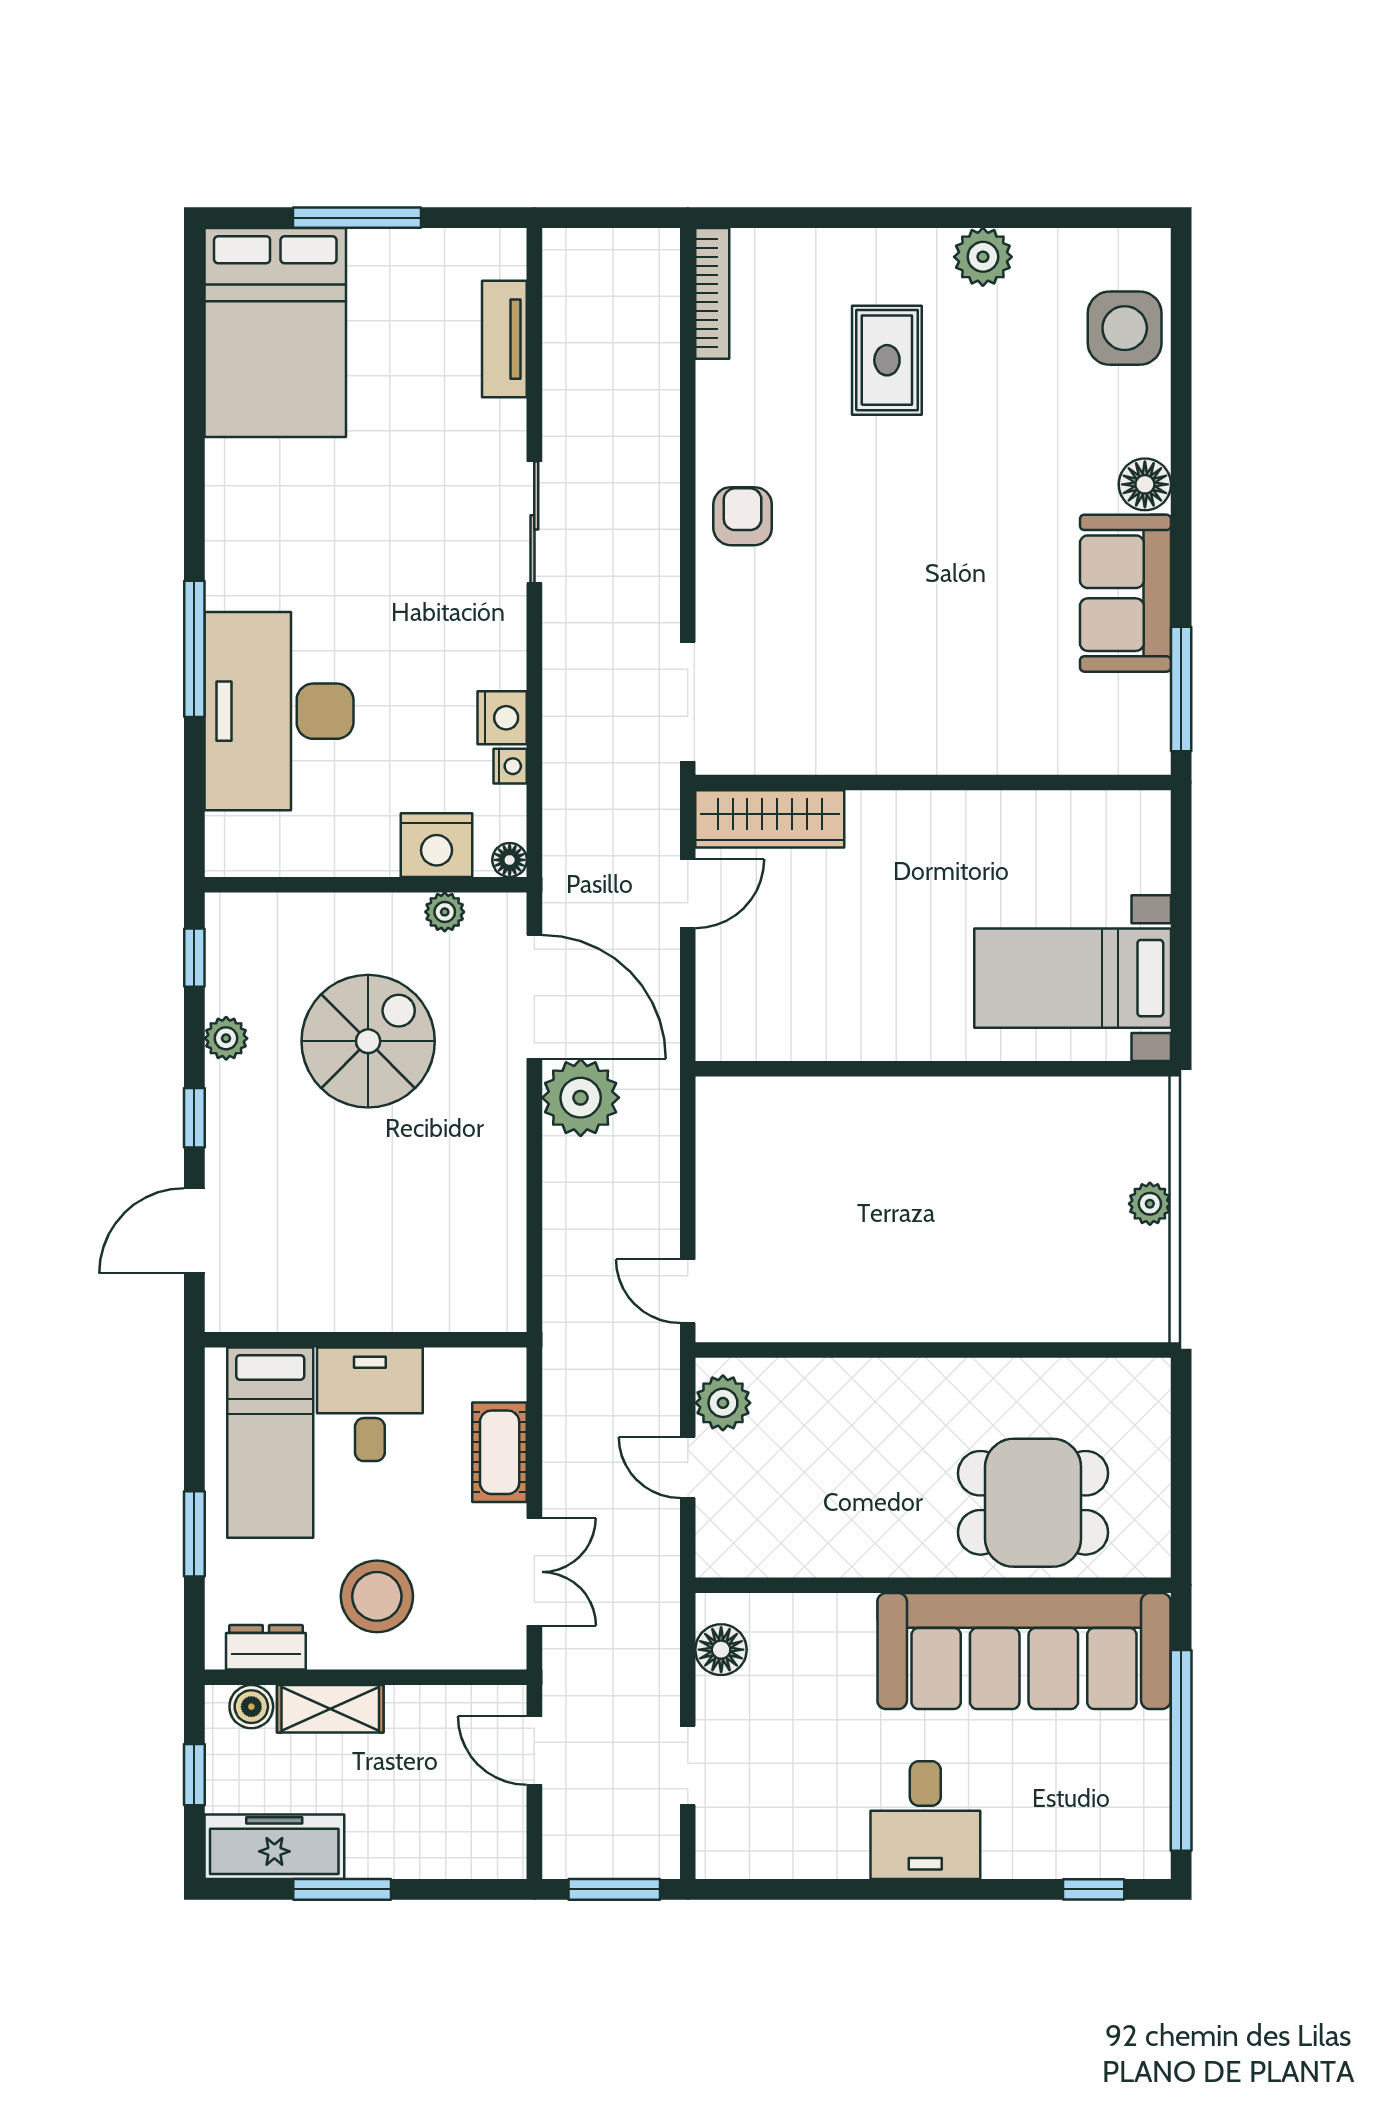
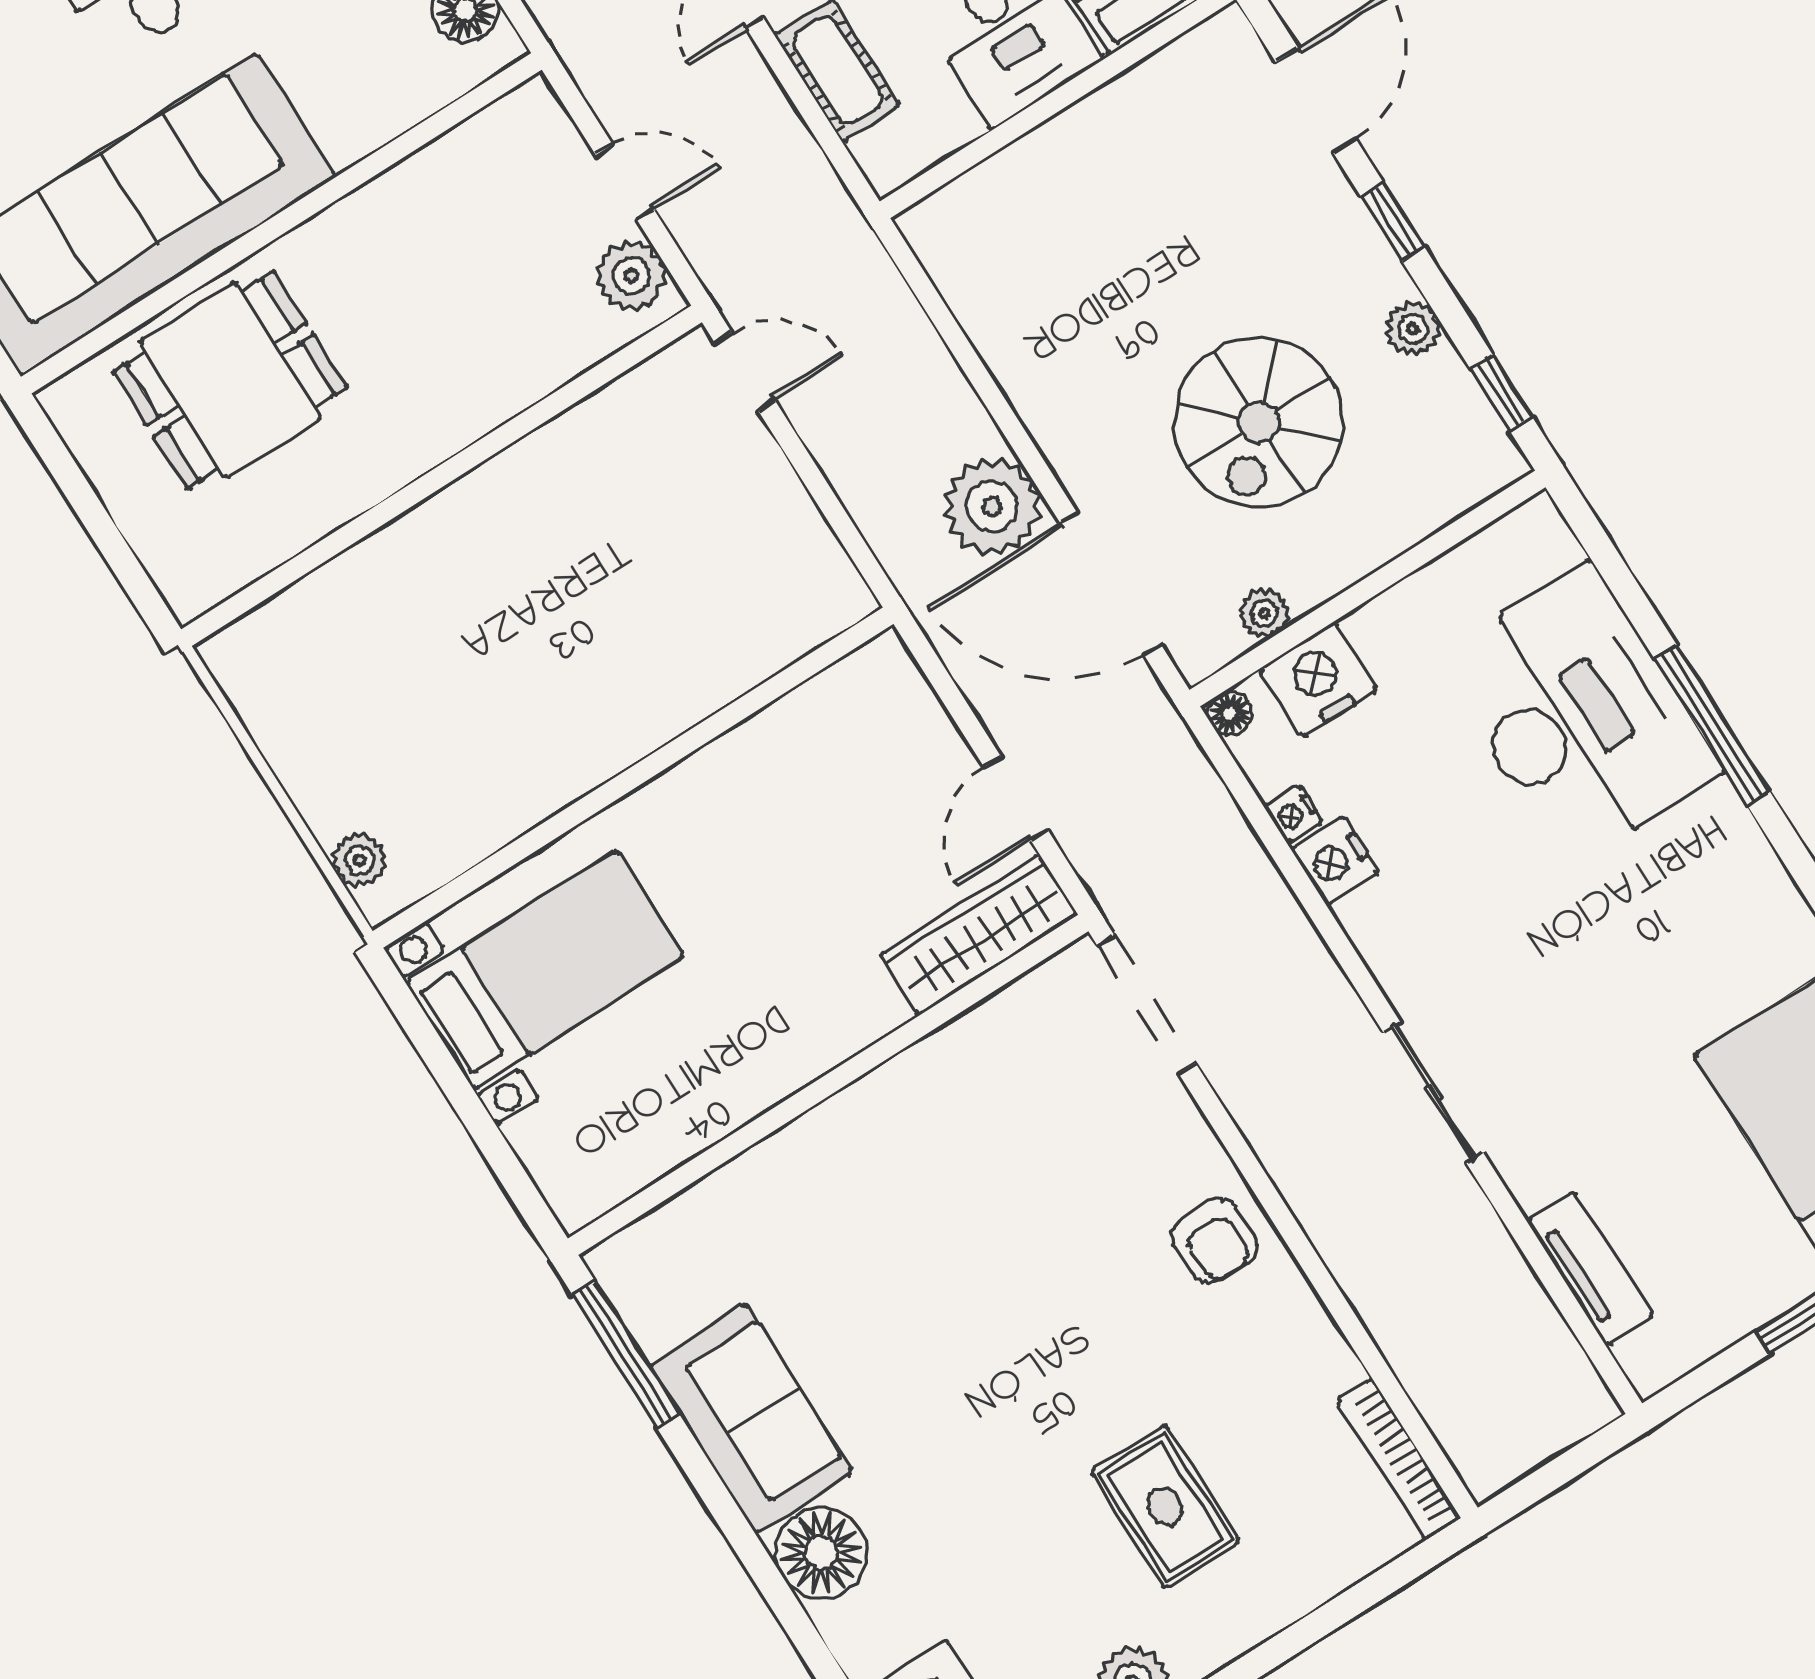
floor lamp: (1145, 484) -> (821, 1553), width x1.38, depth x1.38
plant: (1150, 1204) -> (360, 861), moved

